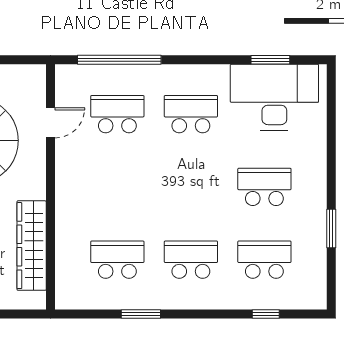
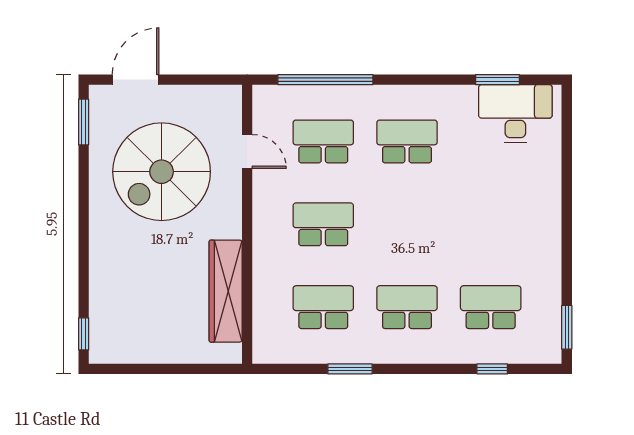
desk: (274, 97) -> (515, 114), width x0.73, depth x0.77
door: (51, 123) -> (247, 151), hinge flipped
school desk: (264, 187) -> (323, 224), moved
window: (331, 228) -> (567, 327), moved

